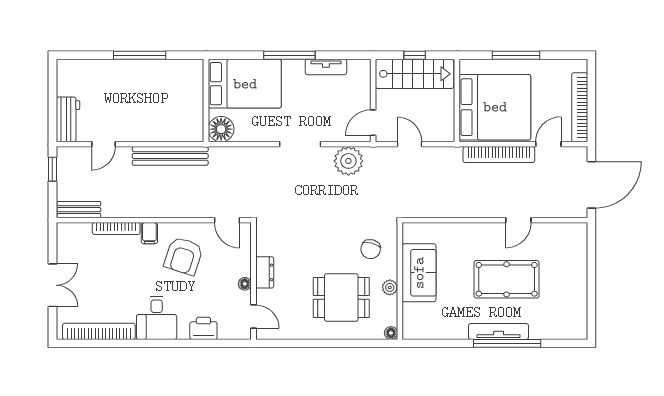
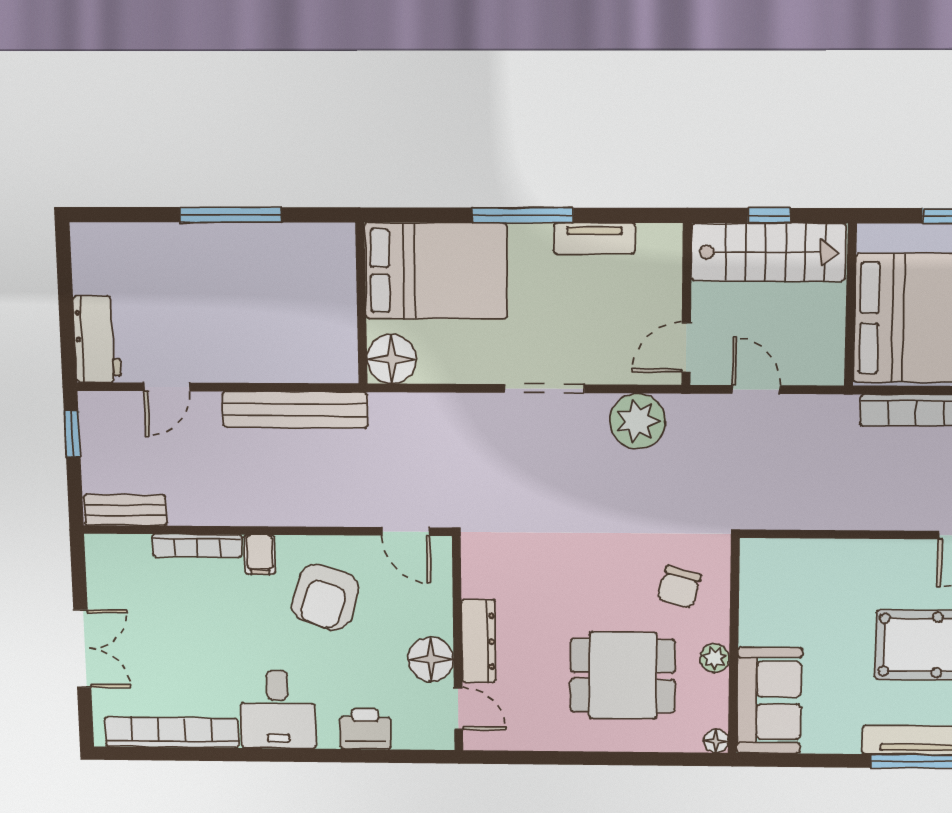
dresser: (265, 272) -> (478, 641), width x1.44
sofa: (419, 273) -> (769, 700), moved
floor lamp: (245, 284) -> (431, 659), width x1.89, depth x1.89

